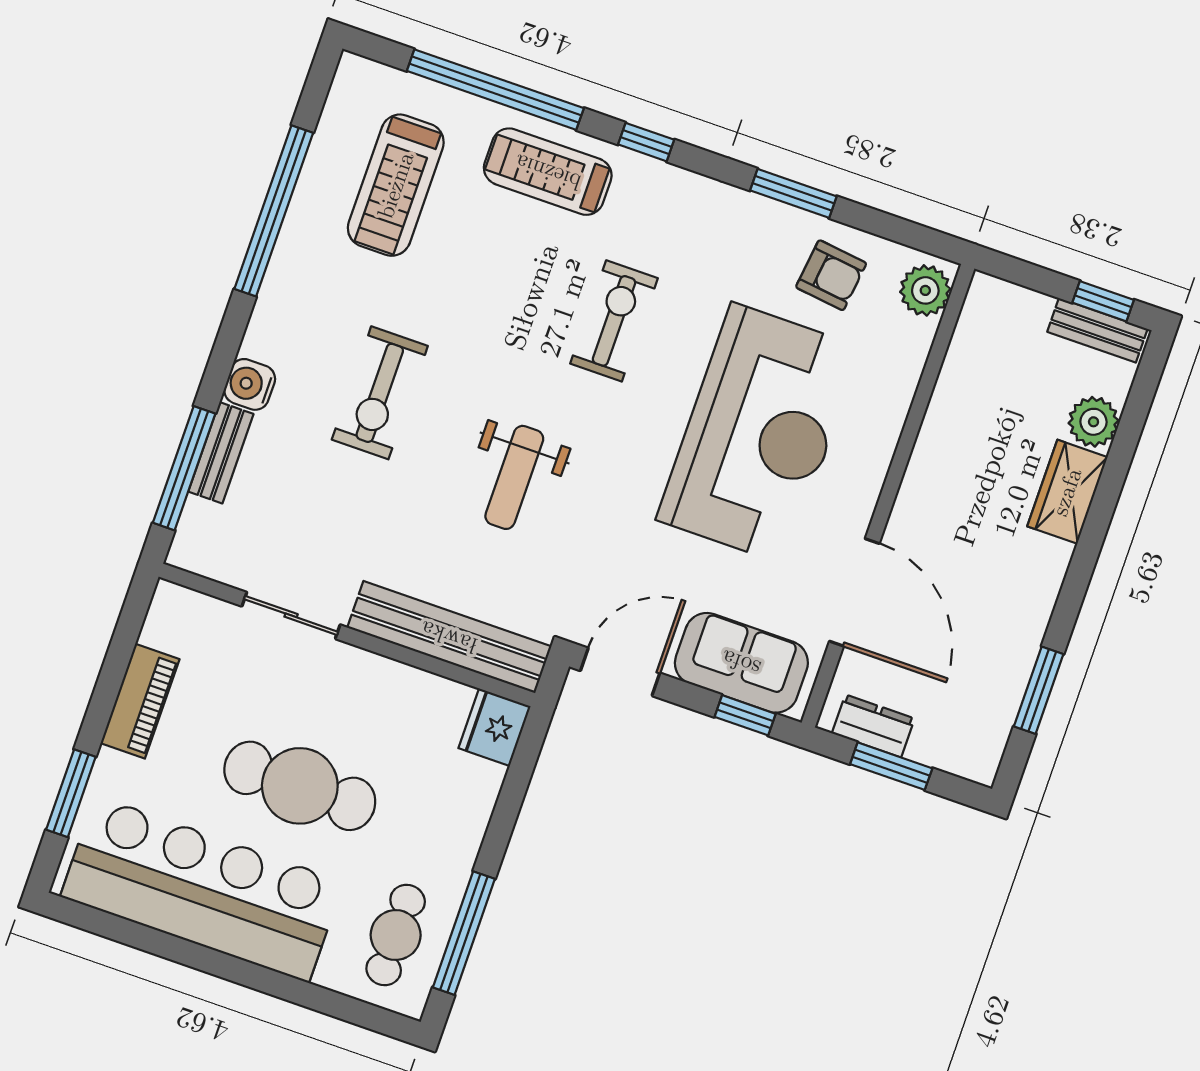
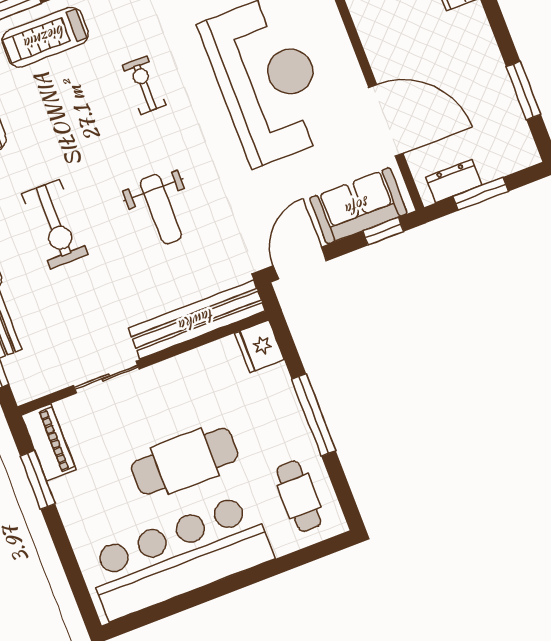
exercise bike: (614, 321) -> (144, 85), width x0.73, depth x0.72
piano: (140, 701) -> (48, 442), moved
window: (71, 793) -> (38, 480), moved
window: (464, 933) -> (314, 415), moved

